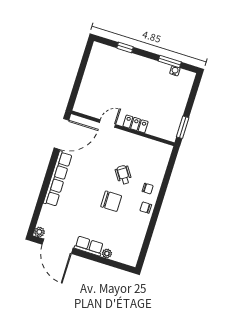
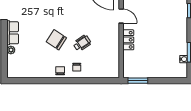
chair: (111, 201) -> (56, 40), turned 123

